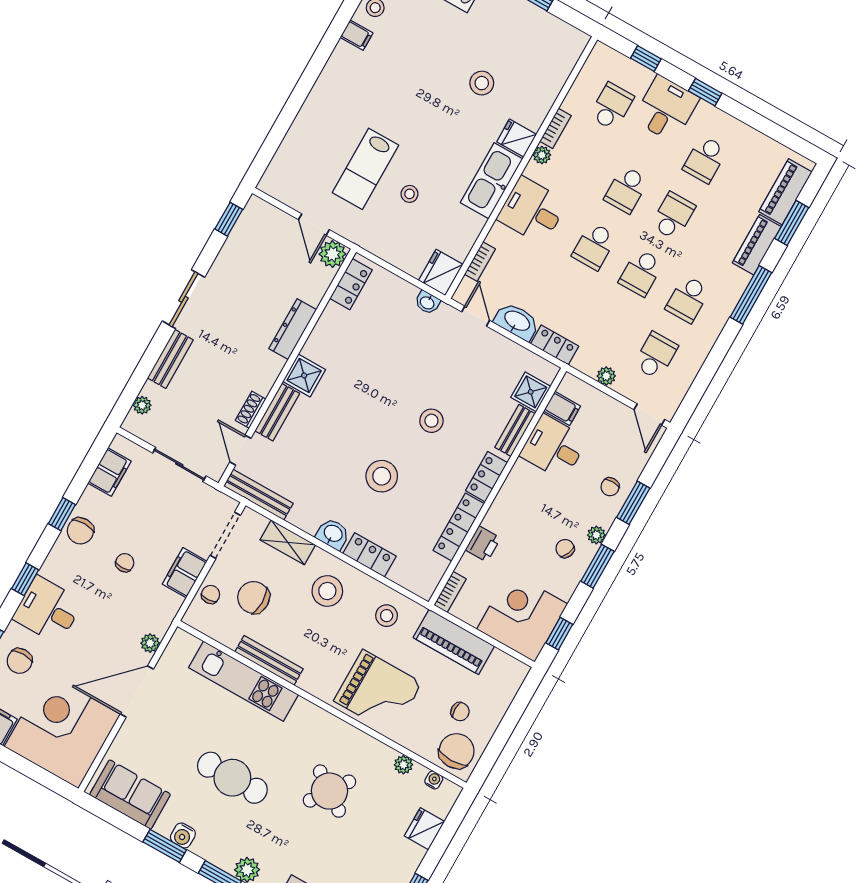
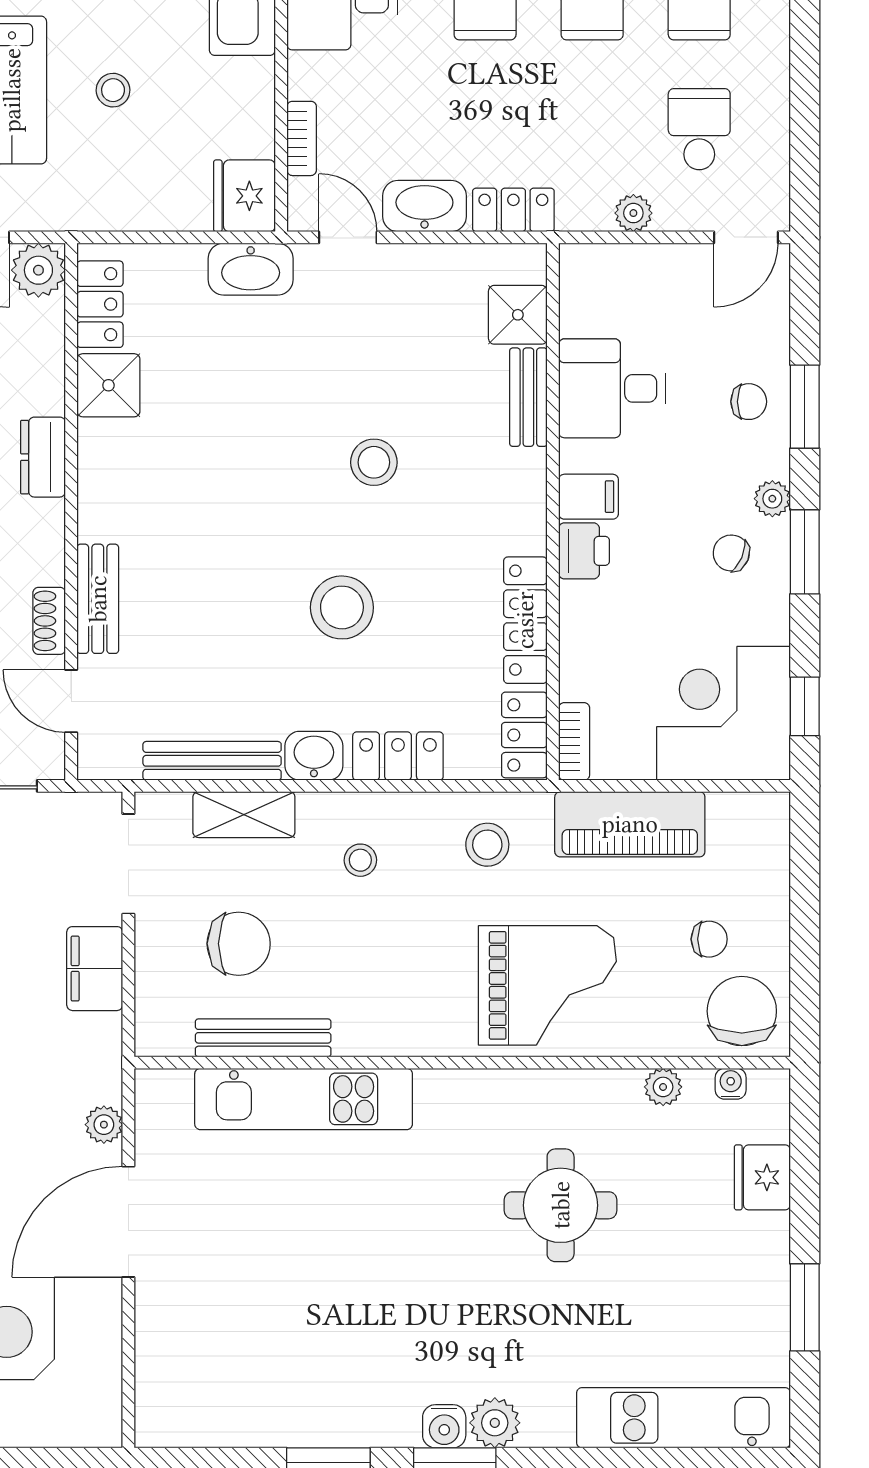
washbasin: (427, 302) -> (251, 269), width x1.91, depth x1.45
dresser: (293, 329) -> (43, 457), width x0.70
shower: (304, 375) -> (108, 385), moved
filing cabinet: (562, 408) -> (589, 497), moved
door: (649, 414) -> (746, 237), hinge flipped
locker: (487, 477) -> (524, 735), moved
chair: (610, 487) -> (749, 402), turned -90
bench: (258, 495) -> (212, 761), moved
printer: (483, 544) -> (584, 551), moved
stool: (327, 591) -> (360, 860), width x0.53, depth x0.53
chair: (211, 594) -> (161, 981), removed
chair: (254, 597) -> (239, 944), turned 180
bench: (269, 660) -> (263, 1038), moved
cafe table: (232, 778) -> (379, 1277), removed
round table: (329, 791) -> (561, 1205), turned -35
sofa: (130, 795) -> (218, 1407), removed
water cooler: (183, 835) -> (444, 1426), moved

